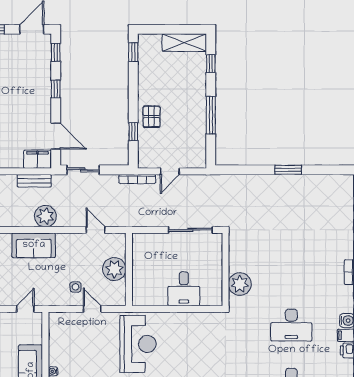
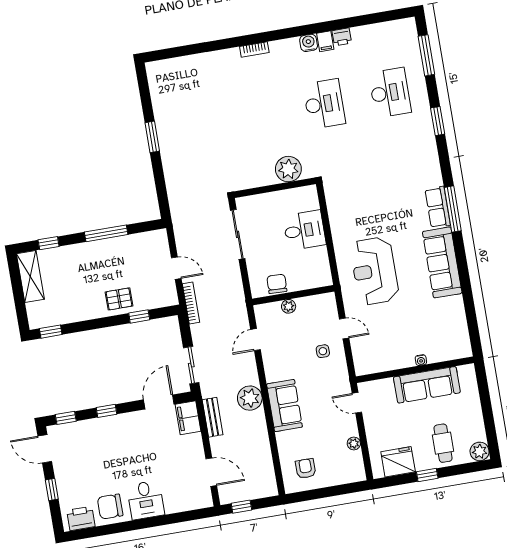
chair: (141, 257) -> (277, 284), added
plant: (114, 269) -> (289, 306), width x0.53, depth x0.53
door: (92, 309) -> (344, 328), swing flipped
reception desk: (138, 344) -> (374, 271), turned -90

